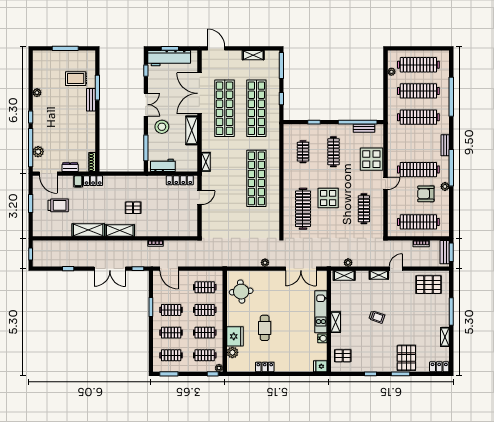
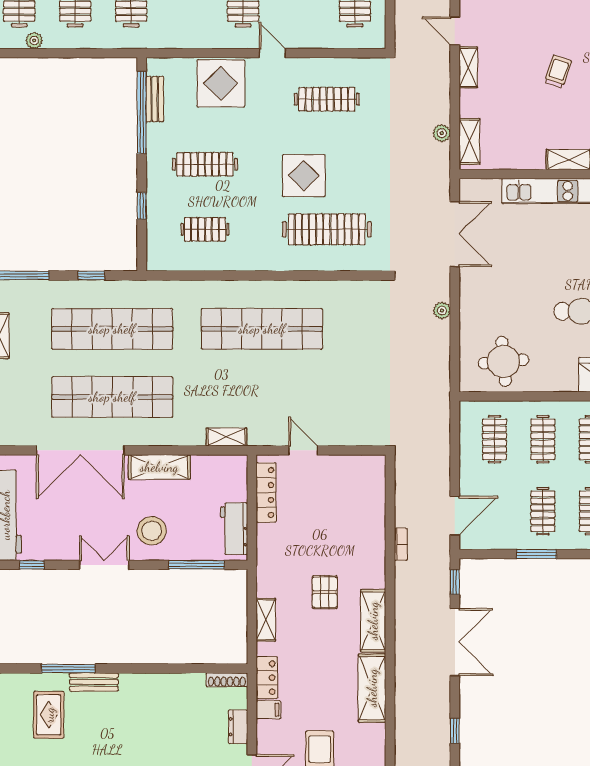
shelving: (120, 180) -> (266, 620), added

